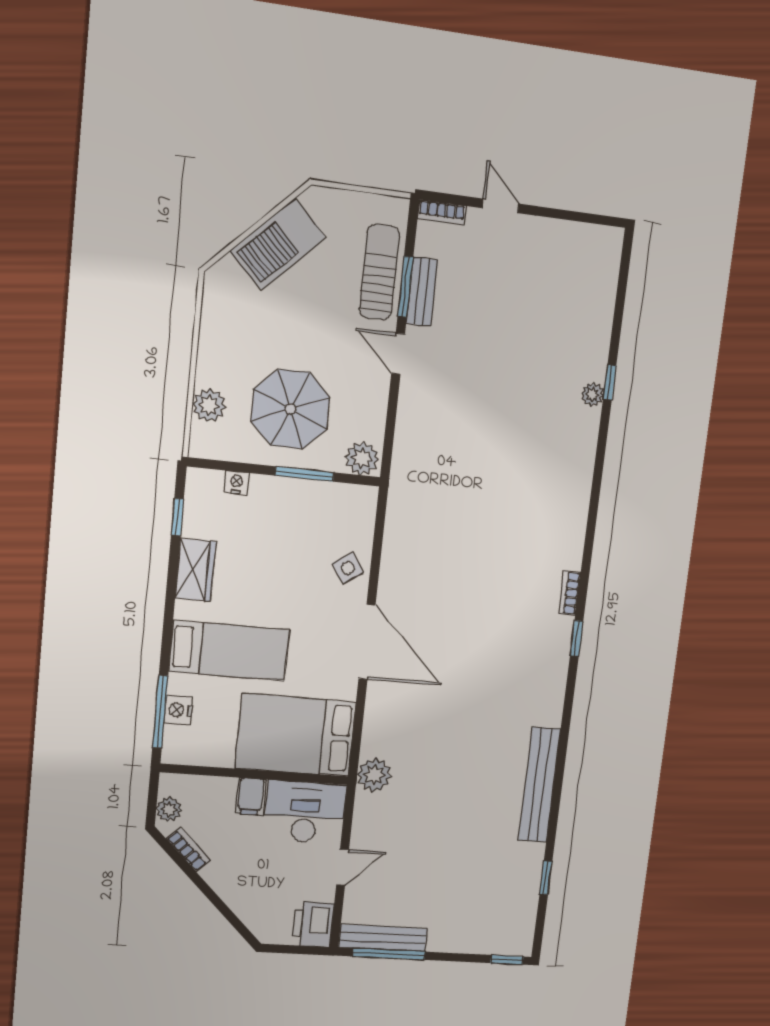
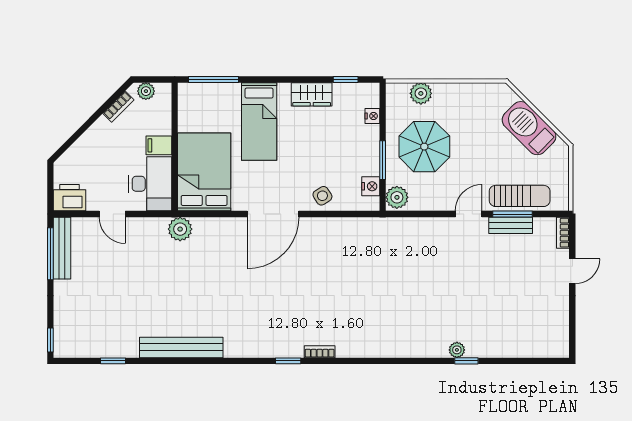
nightstand: (178, 710) -> (371, 186), moved, turned 90

